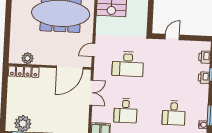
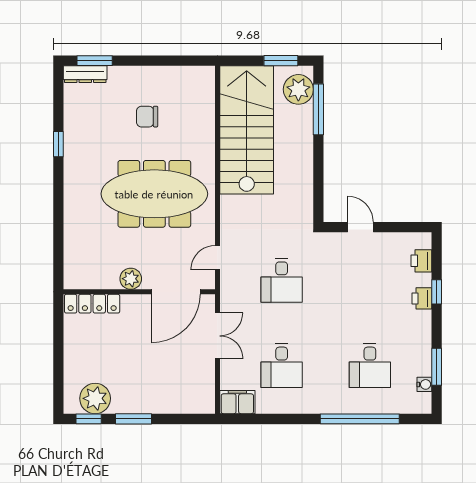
door: (172, 37) -> (360, 227), hinge flipped
plant: (27, 58) -> (131, 279), moved
desk: (128, 64) -> (282, 280), width x0.73

